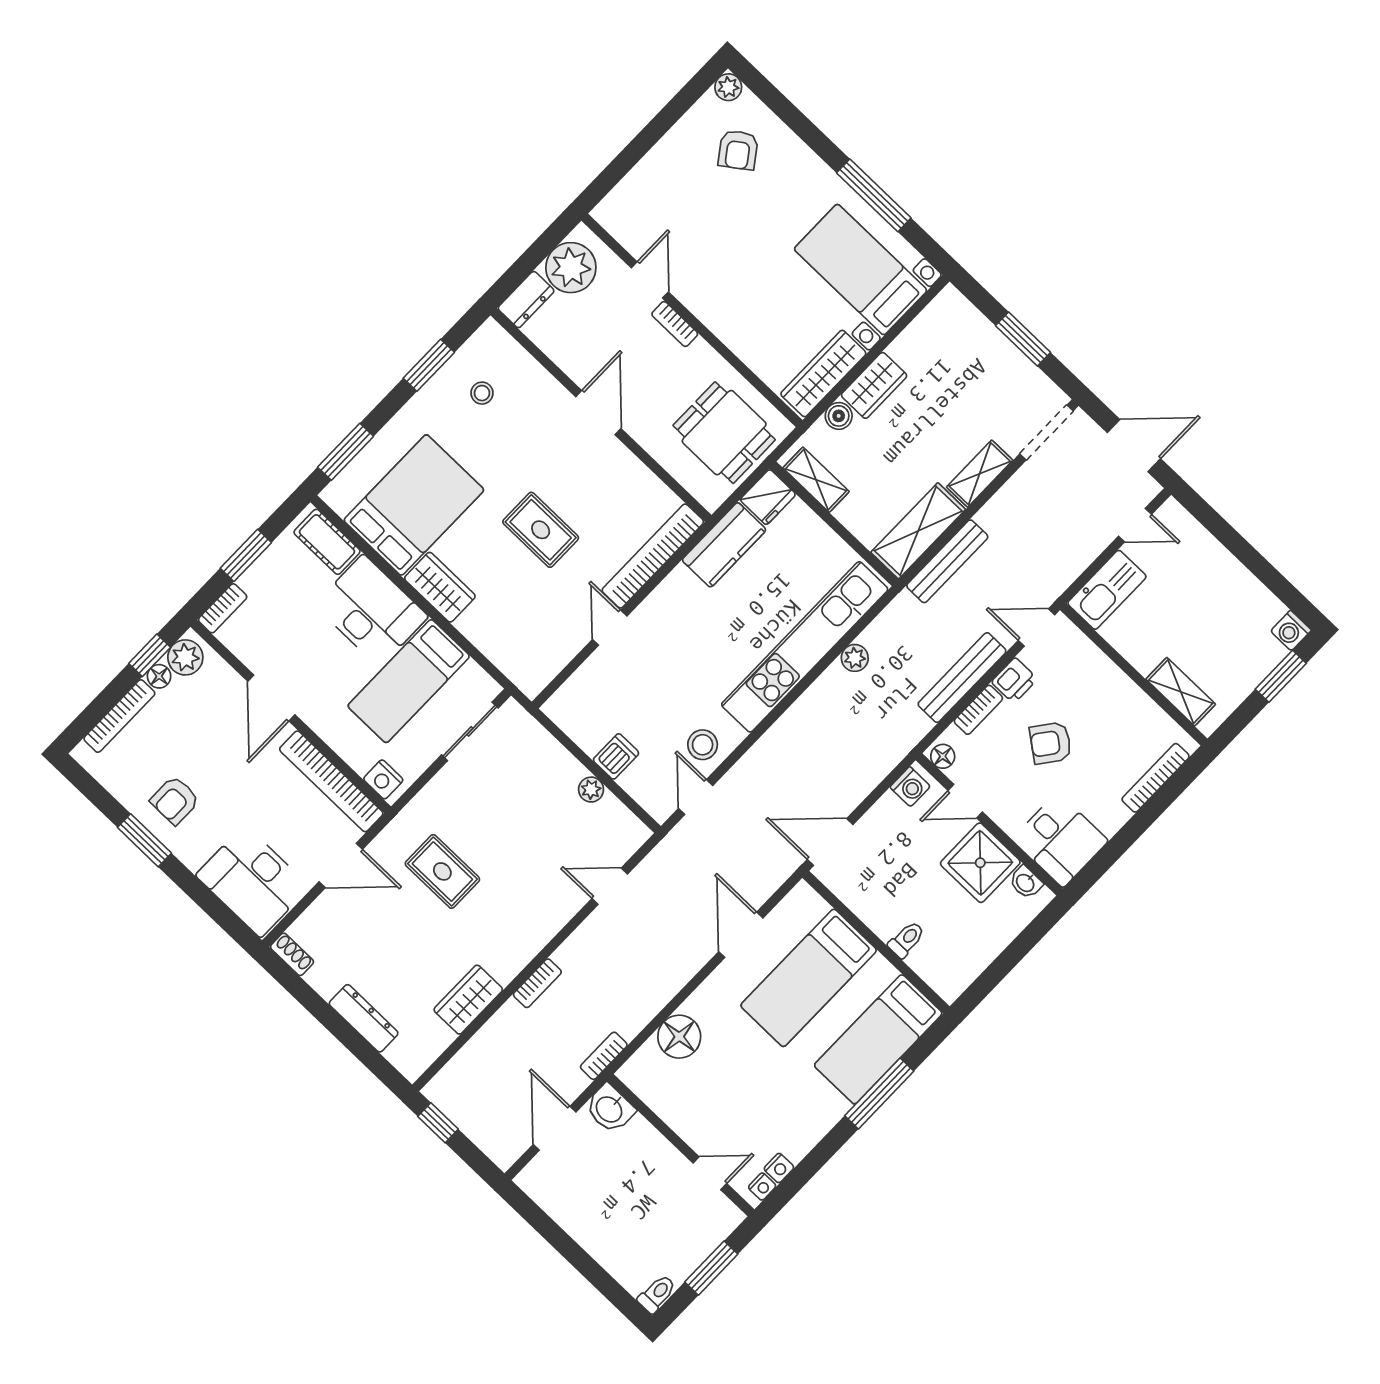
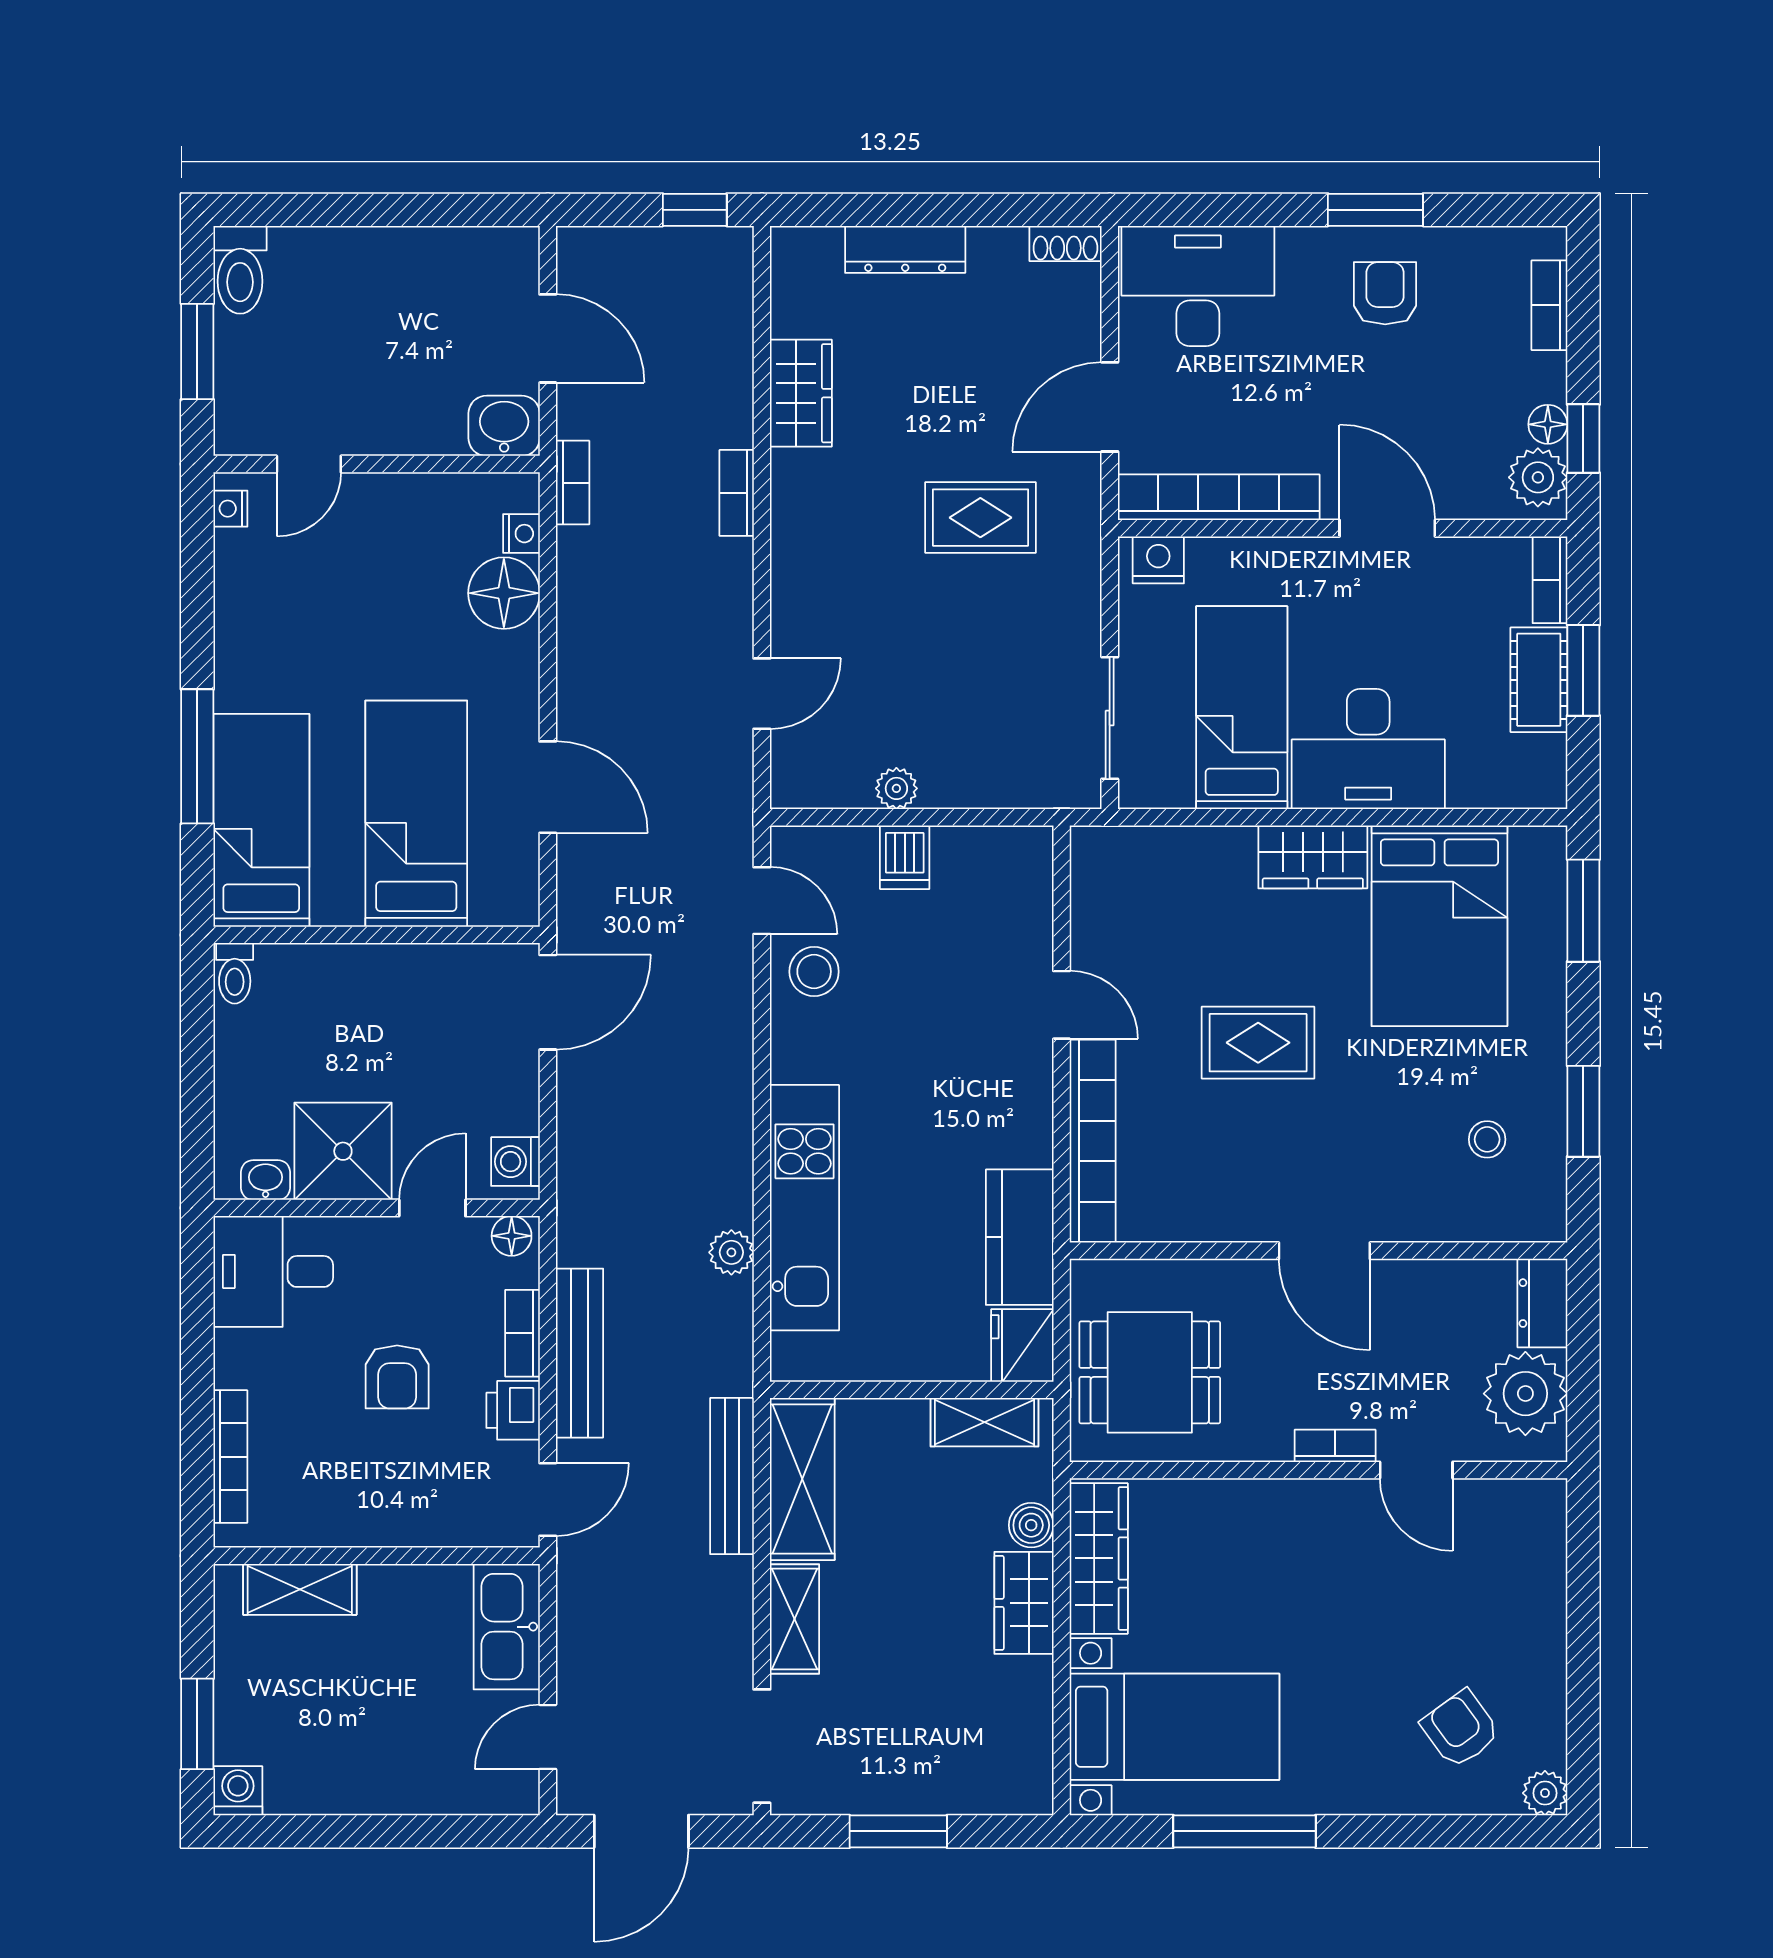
cot: (327, 542) -> (1539, 680), moved, turned 90
kitchen unit: (805, 647) -> (804, 1208), width x0.73
bookcase: (119, 716) -> (1549, 305), width x0.64
armchair: (1051, 743) -> (397, 1377), turned 143
toilet: (906, 940) -> (235, 973), moved
nightstand: (779, 1168) -> (521, 534), moved, turned 180
toilet: (657, 1294) -> (240, 270), width x1.37, depth x1.39

